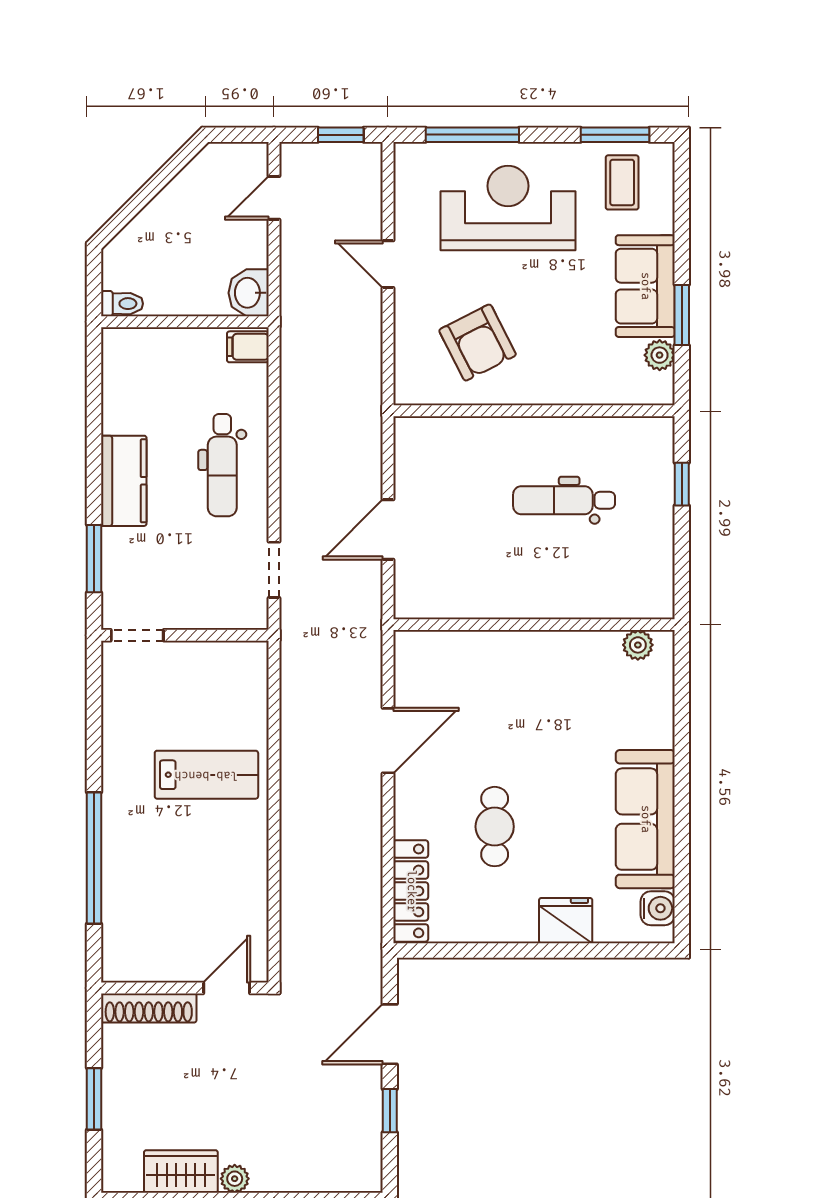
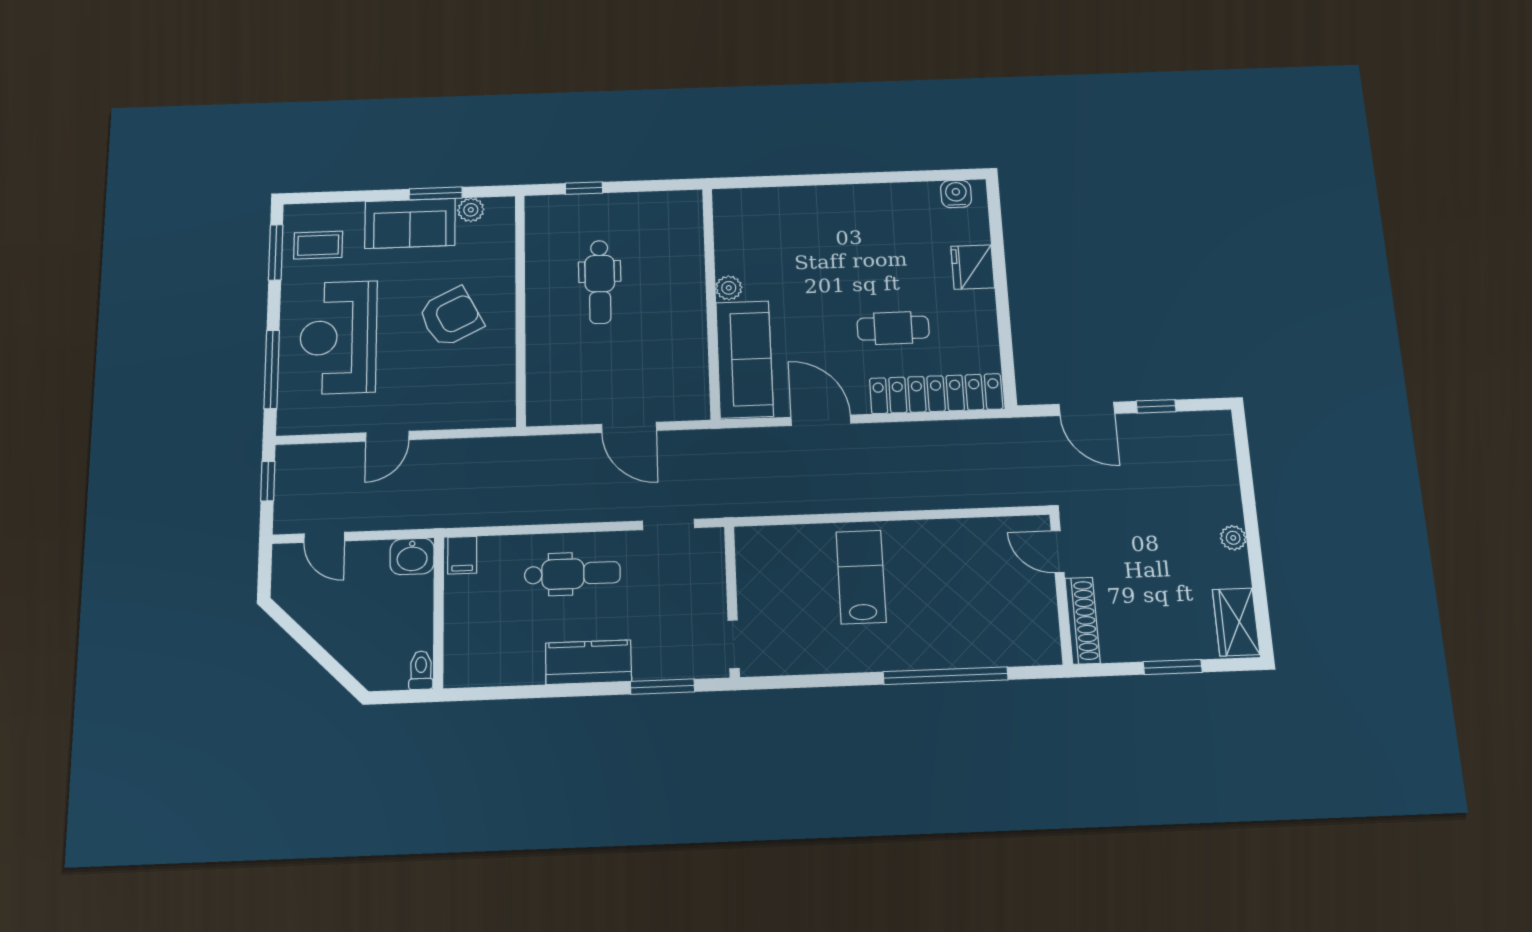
armchair: (478, 343) -> (451, 317), moved
plant: (638, 645) -> (729, 288), moved
sofa: (645, 819) -> (745, 359), moved, turned -90
locker: (411, 891) -> (936, 394), width x1.41, depth x1.21
wardrobe: (181, 1171) -> (1236, 622), moved

